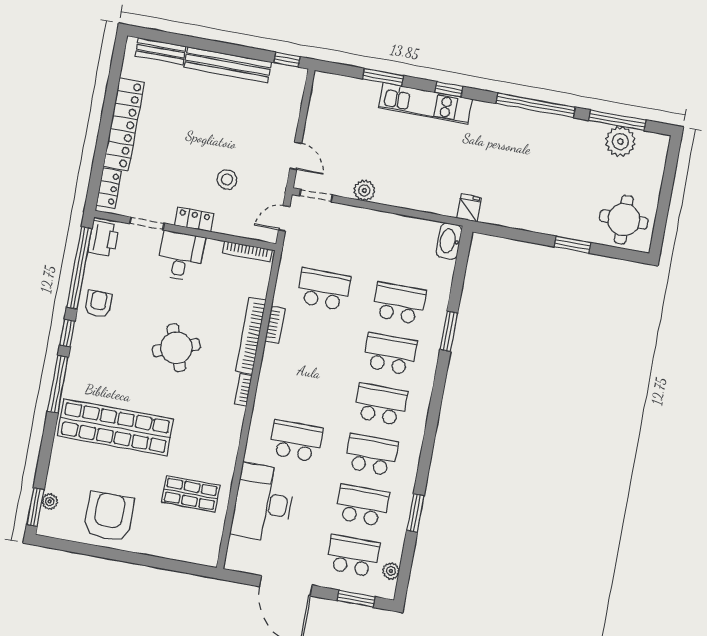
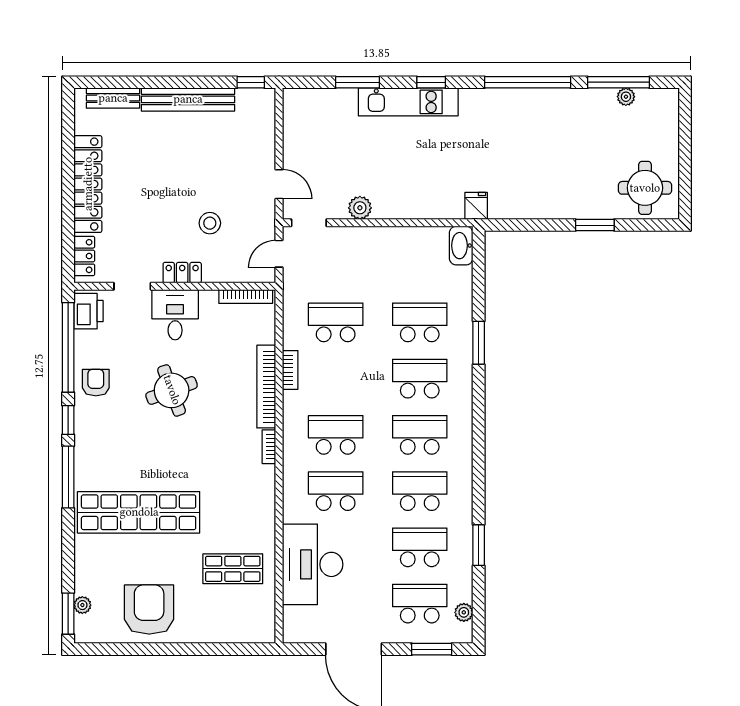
plant: (620, 141) -> (626, 97), width x0.53, depth x0.53
round table: (176, 348) -> (172, 390), moved
school desk: (305, 390) -> (336, 435), added

